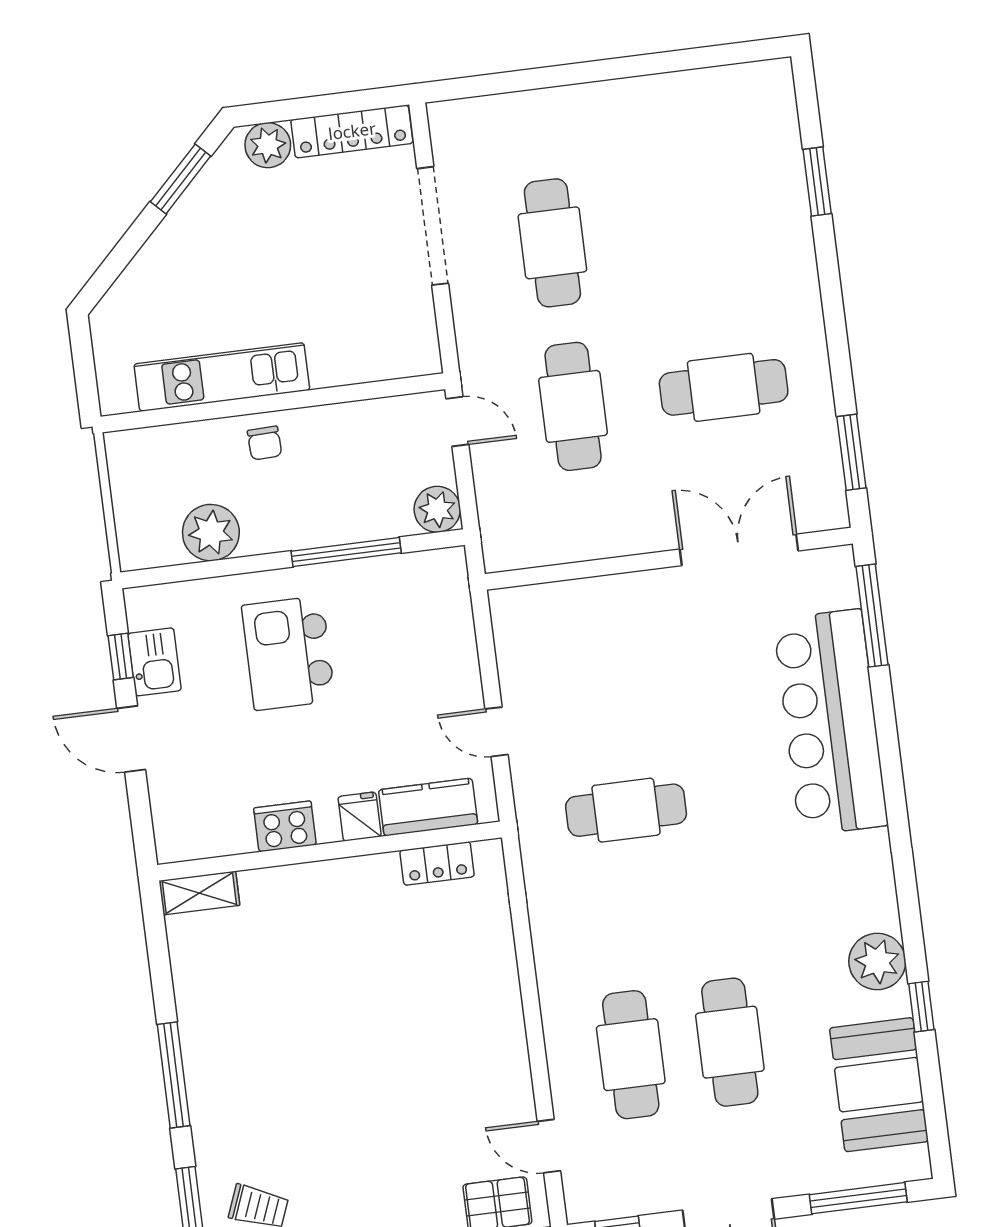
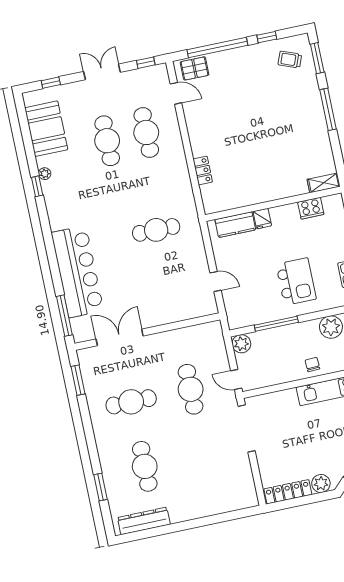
dresser: (716, 88) -> (144, 521), added
doorway: (433, 226) -> (247, 428), moved
cafe table: (552, 243) -> (145, 466), moved
double door: (739, 550) -> (120, 337), swing flipped
door: (497, 732) -> (216, 281), moved
cooker: (285, 826) -> (311, 208), moved
locker: (437, 864) -> (203, 170), moved, turned 90
plant: (877, 962) -> (45, 174), width x0.53, depth x0.53
window: (921, 1007) -> (37, 186), moved
window: (858, 1198) -> (51, 83), width x0.46

